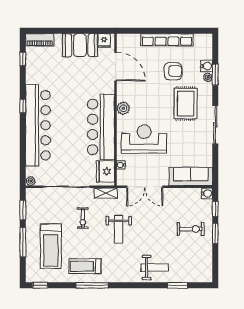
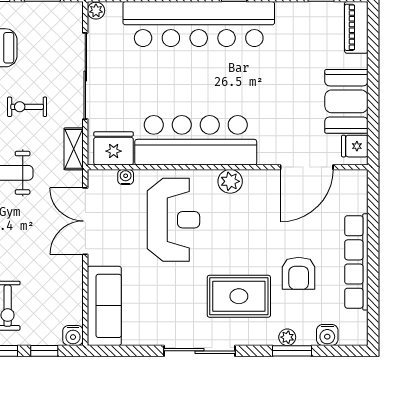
water cooler: (207, 66) -> (327, 335), moved

